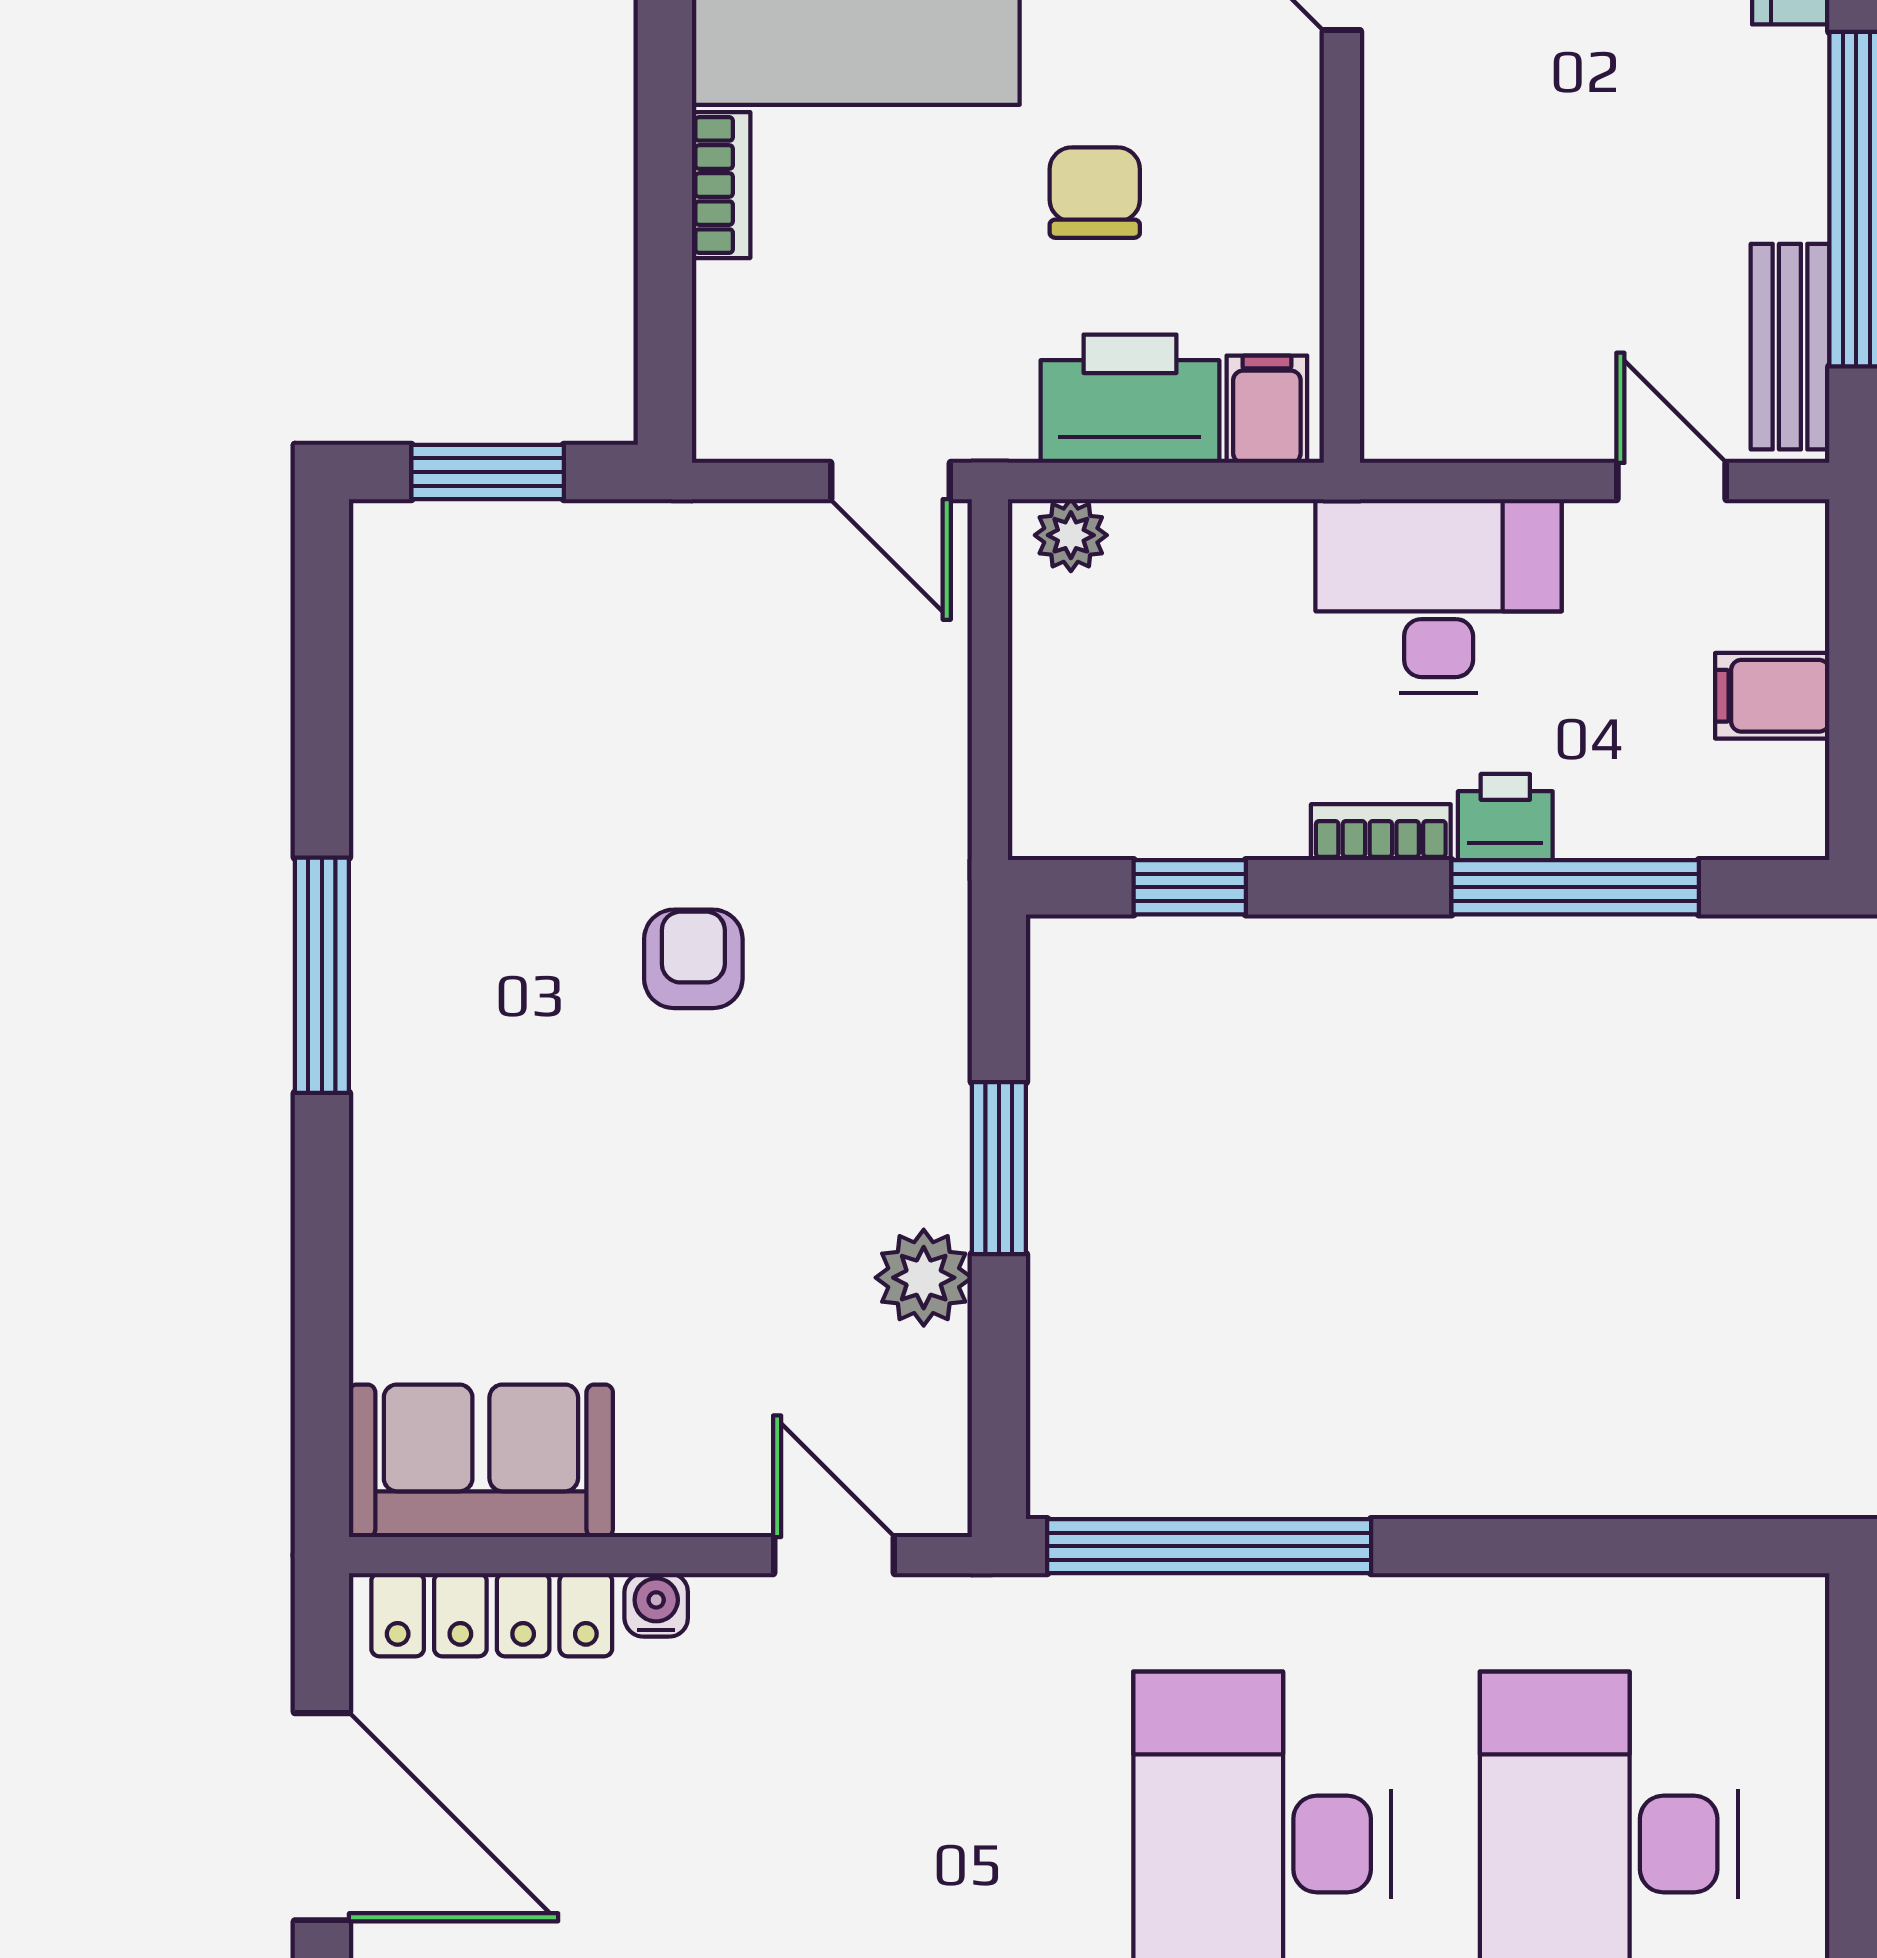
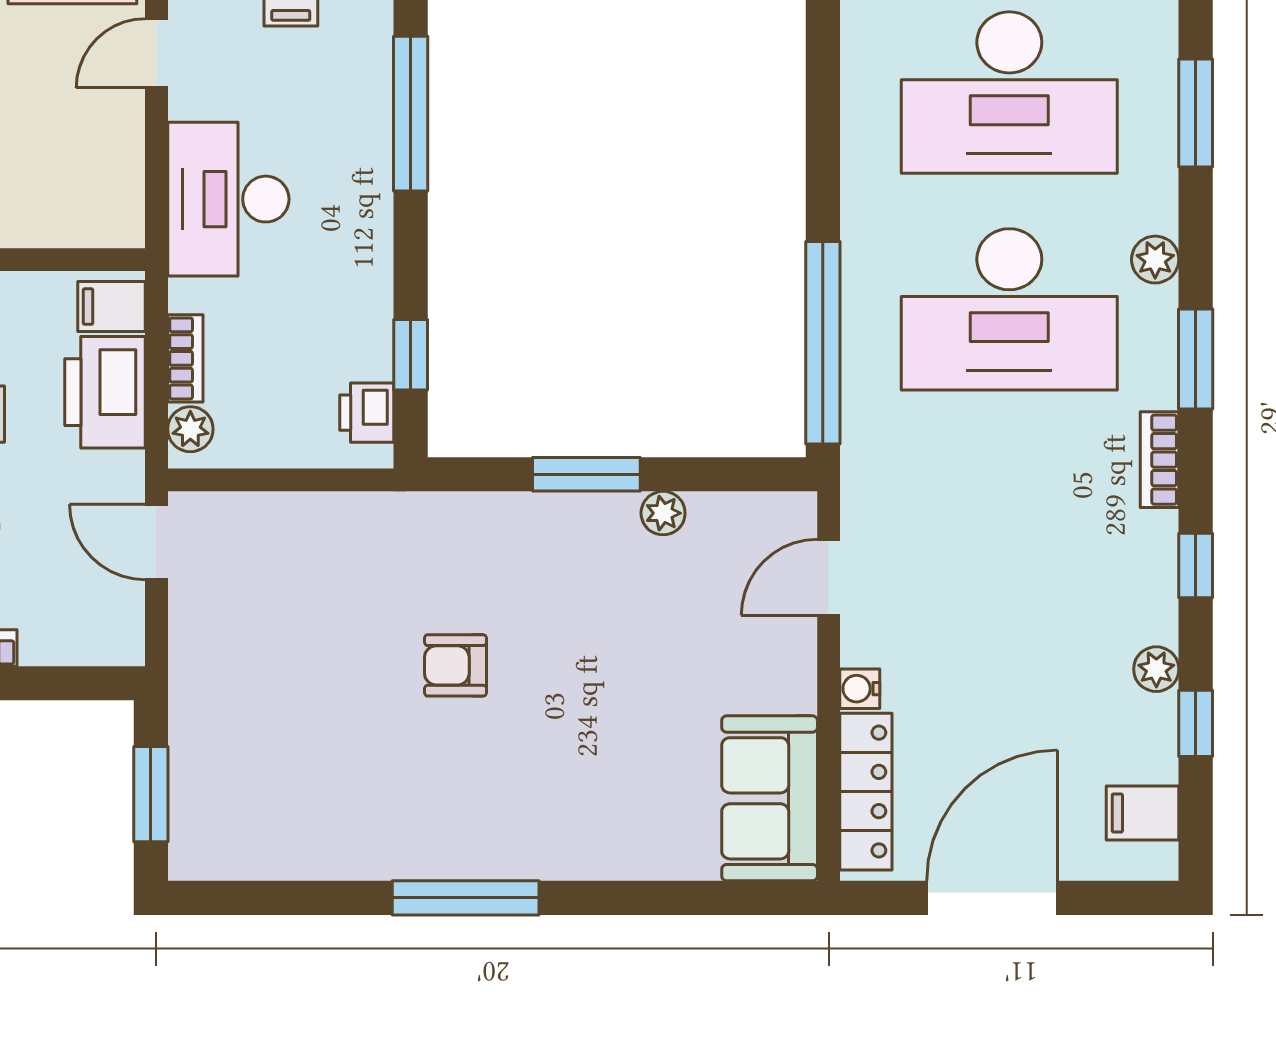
door: (890, 481) -> (156, 542), swing flipped
printer: (1505, 817) -> (367, 413), moved
bookcase: (1381, 832) -> (185, 358), moved, turned 180
plant: (924, 1278) -> (663, 513), width x0.73, depth x0.73

